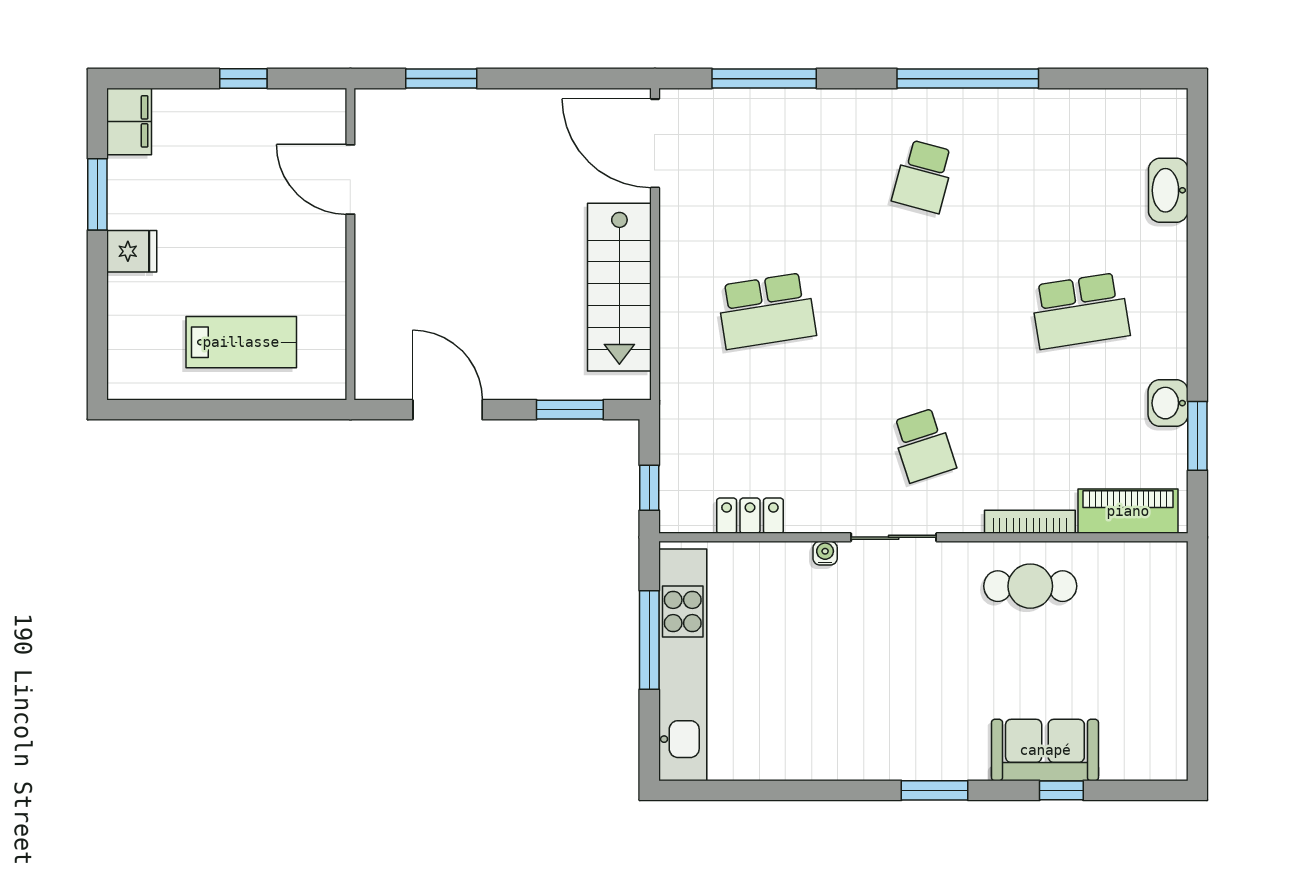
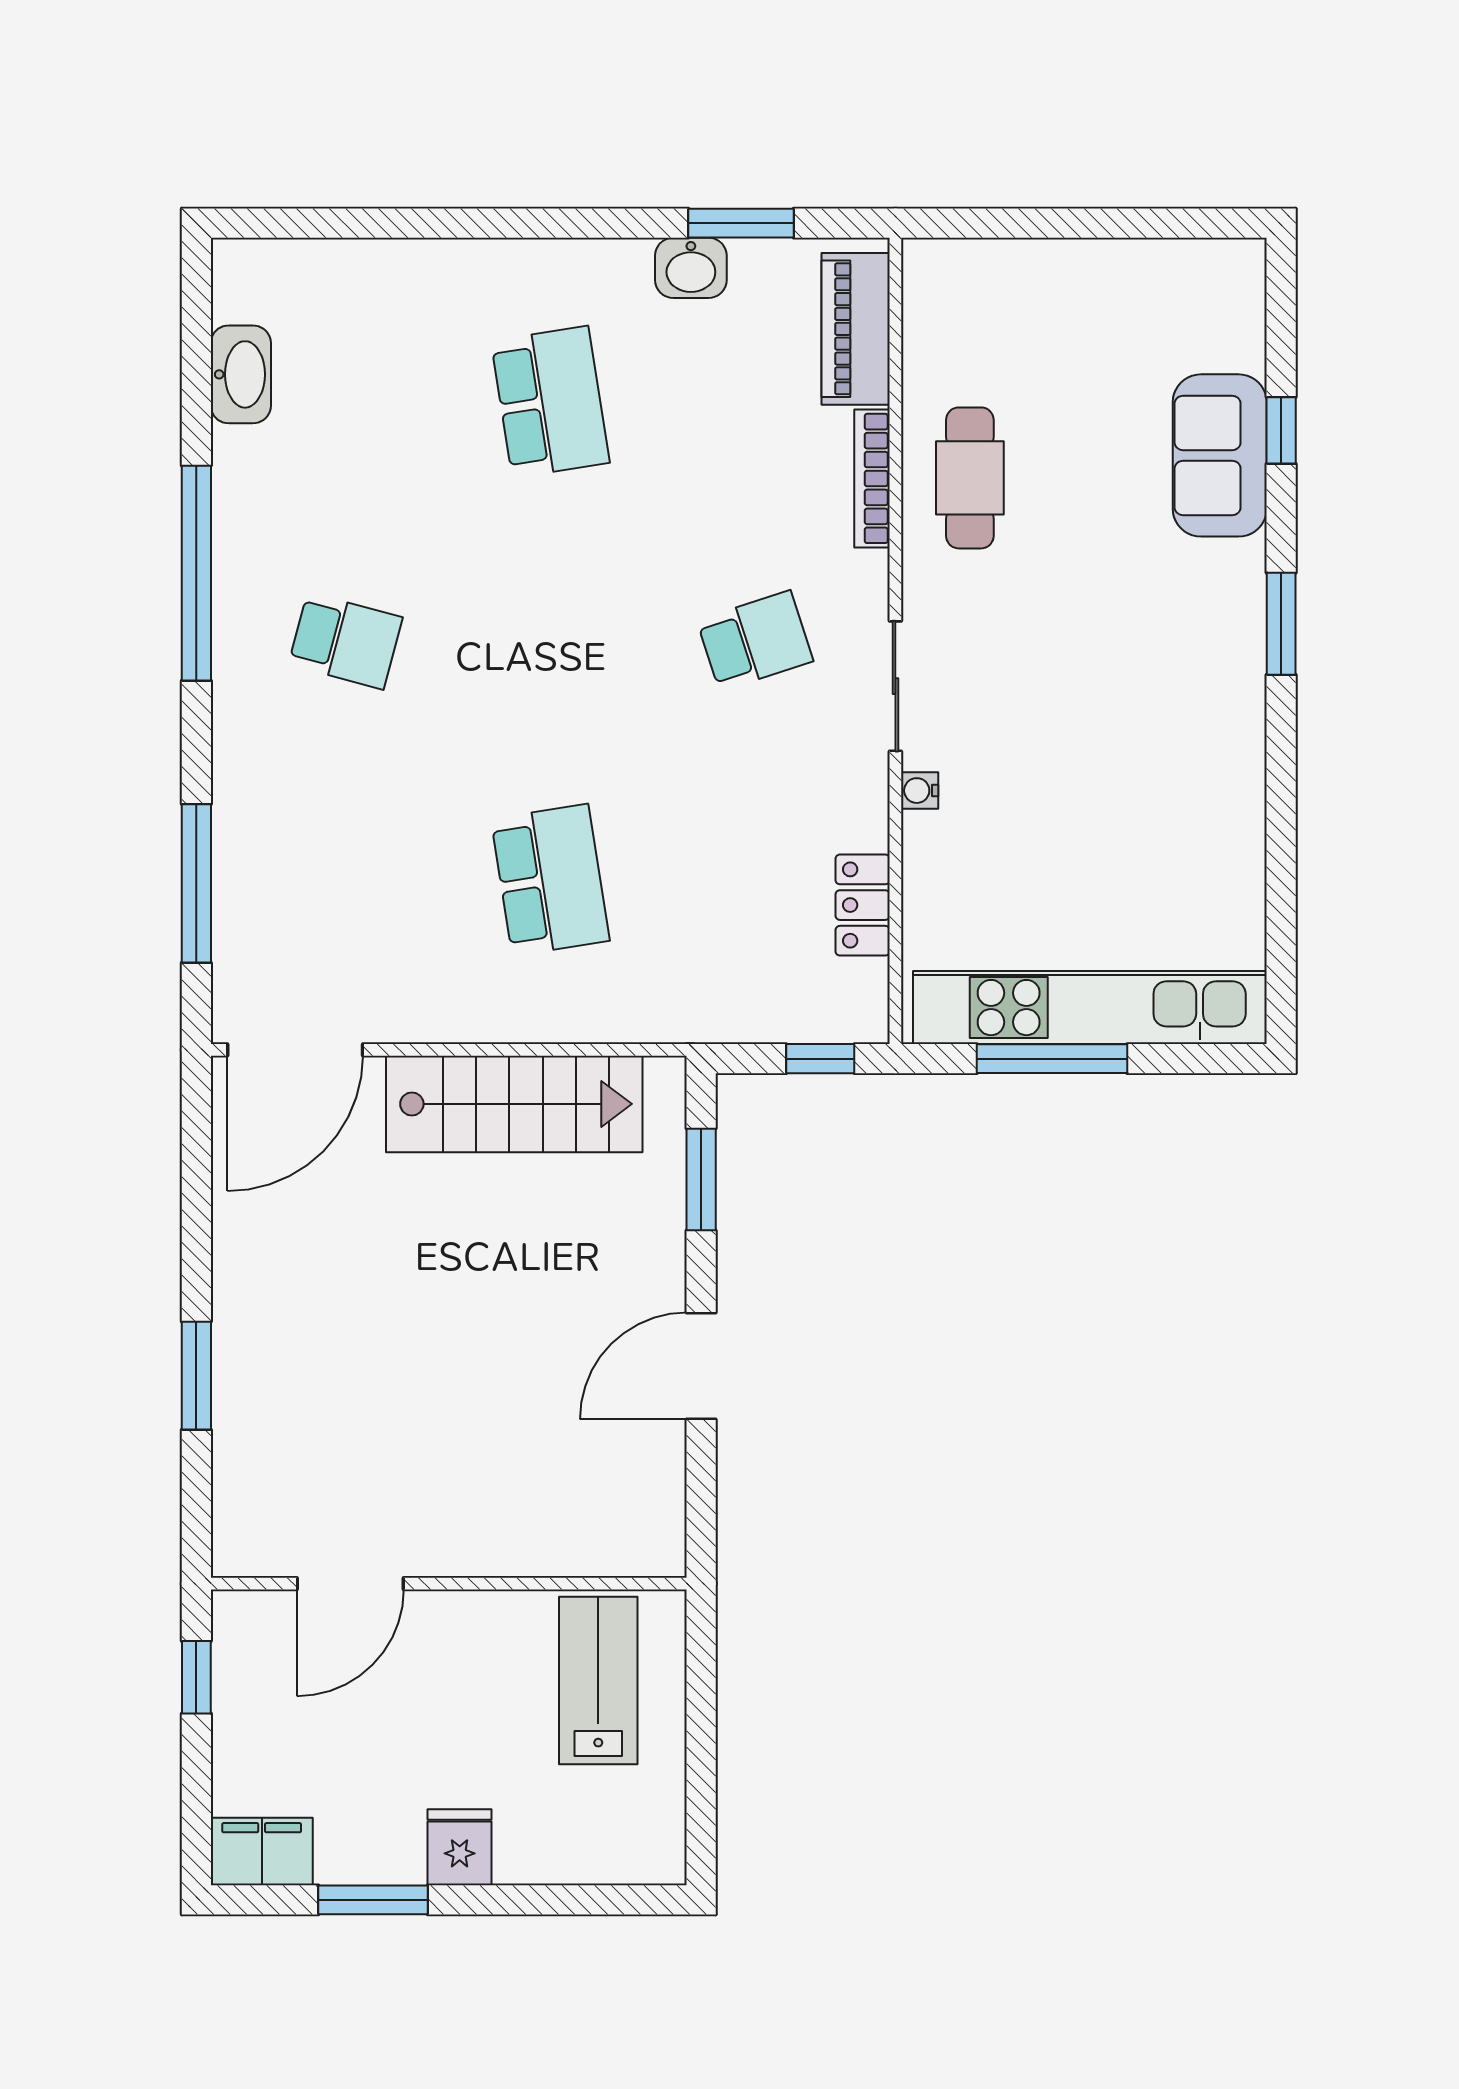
door: (350, 180) -> (350, 1584), moved
washbasin: (1168, 190) -> (241, 374), moved, turned -90
wall: (350, 244) -> (449, 1584), moved

